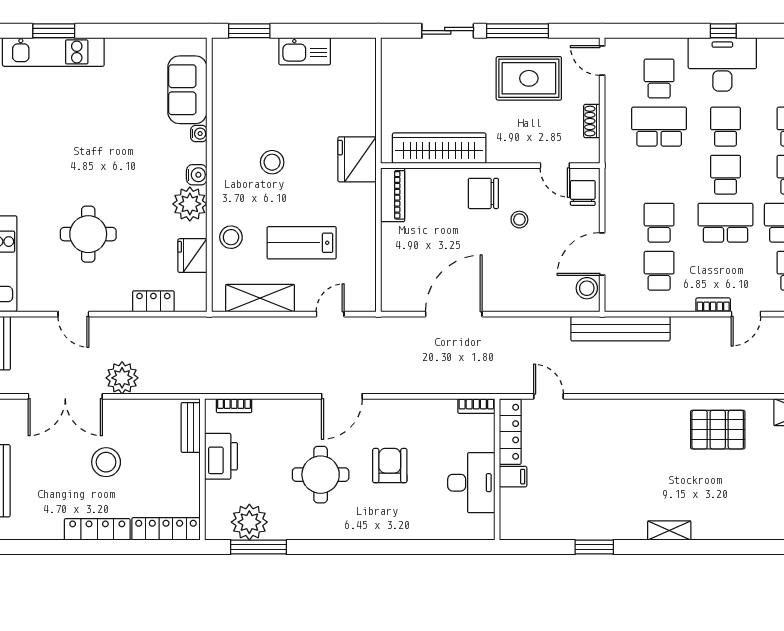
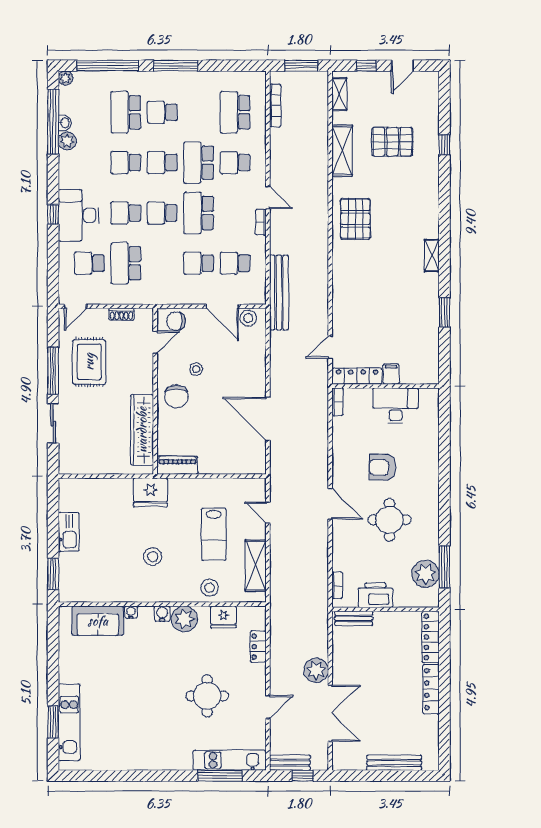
stool: (106, 462) -> (380, 682), removed

